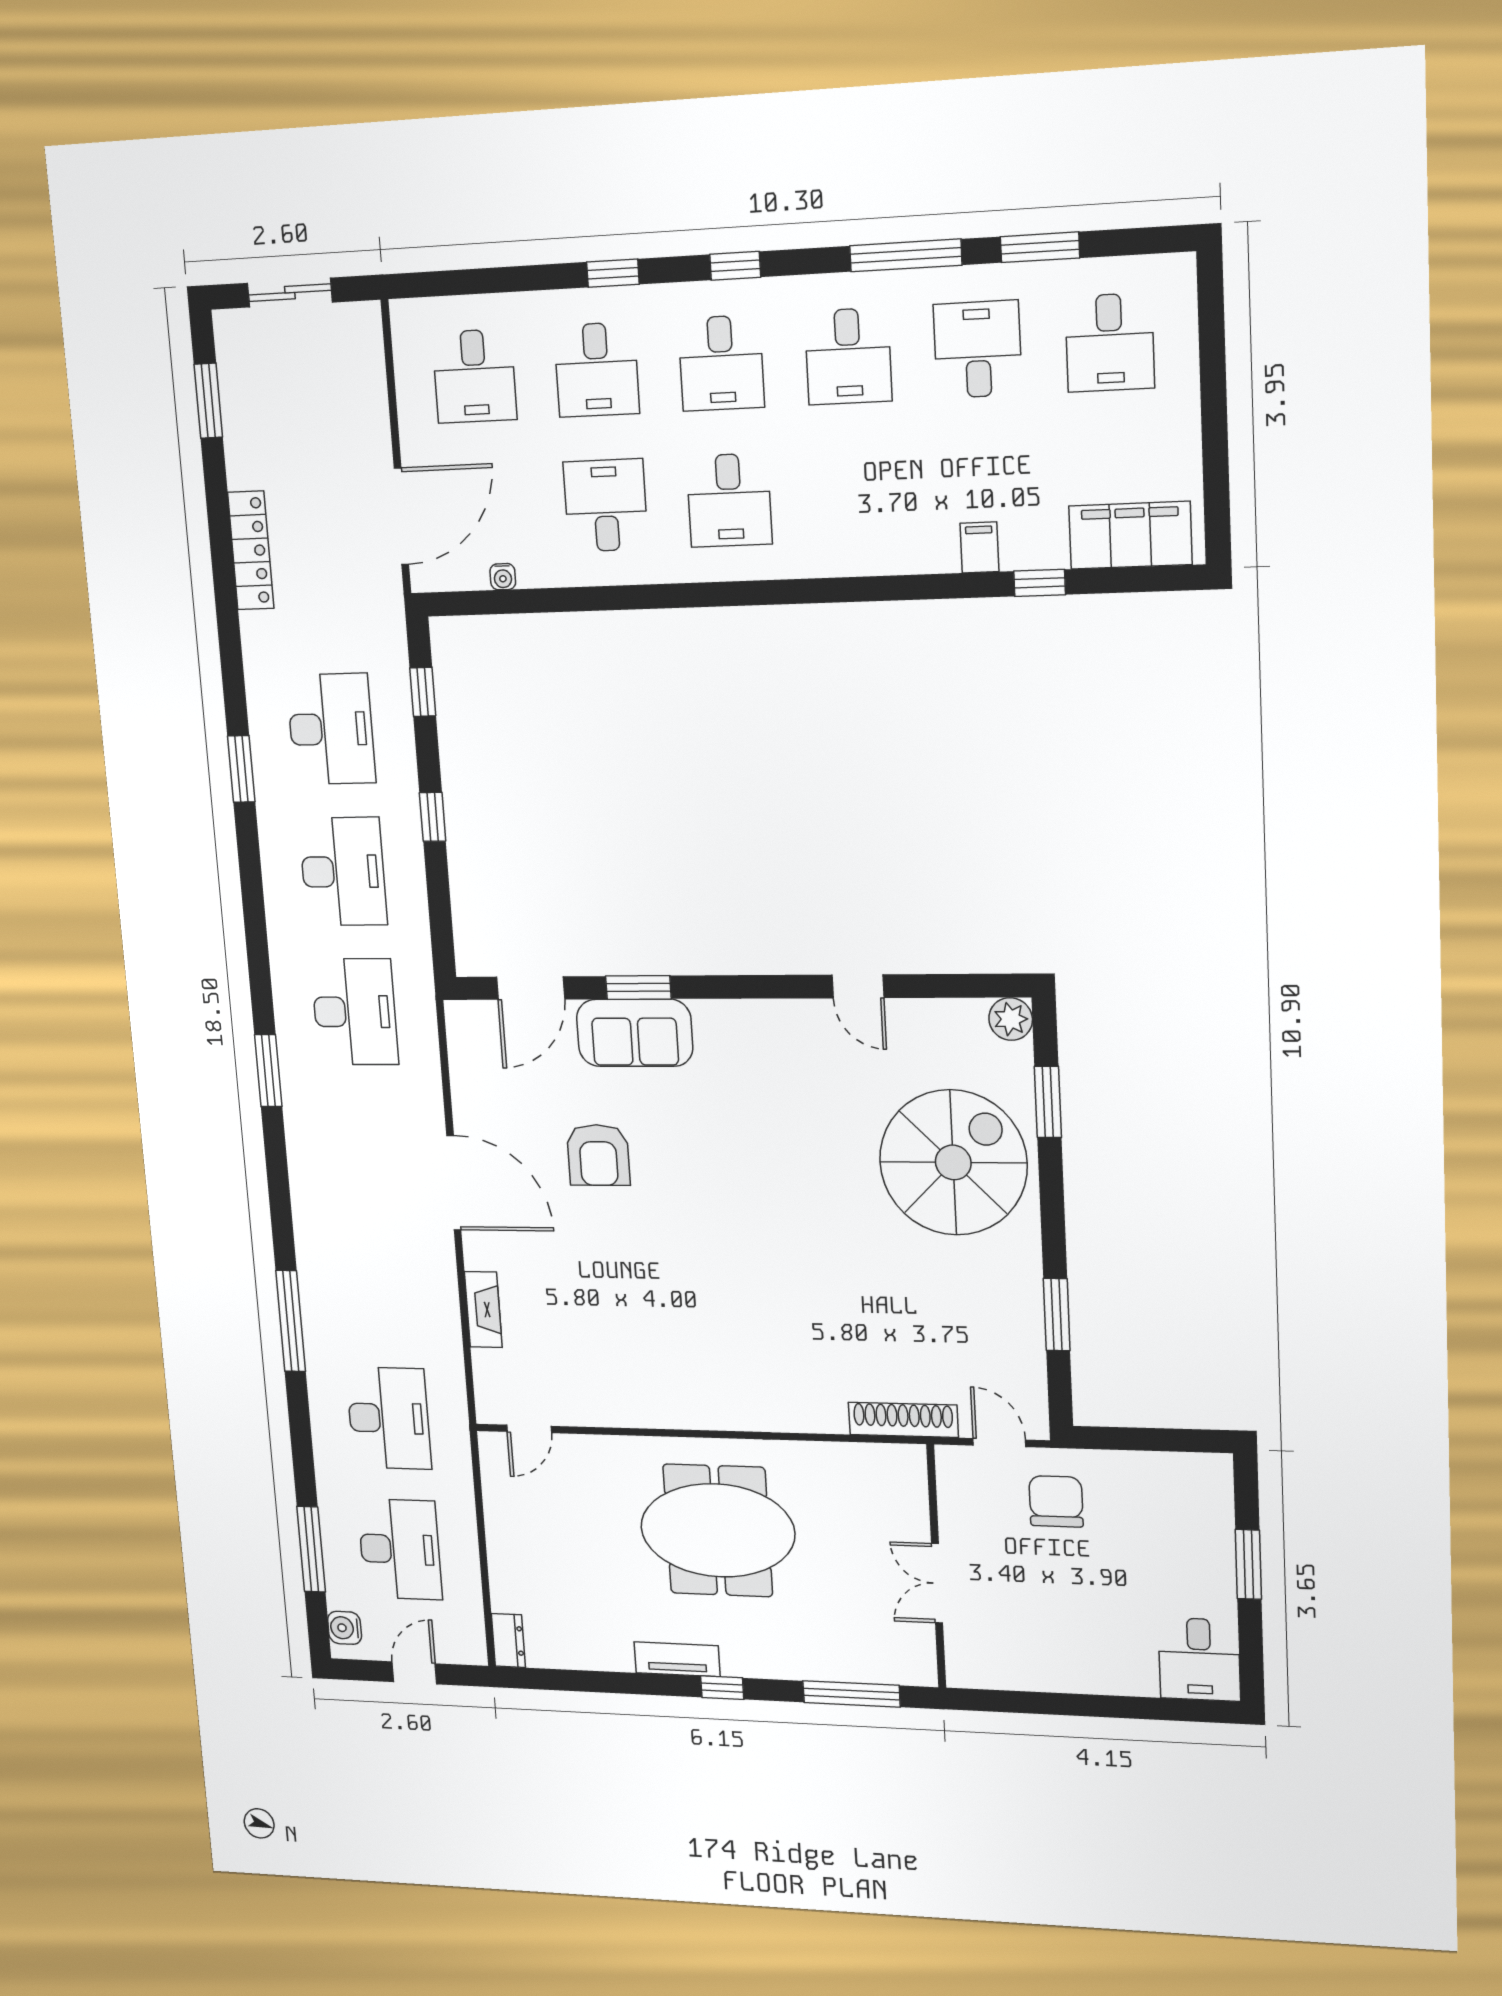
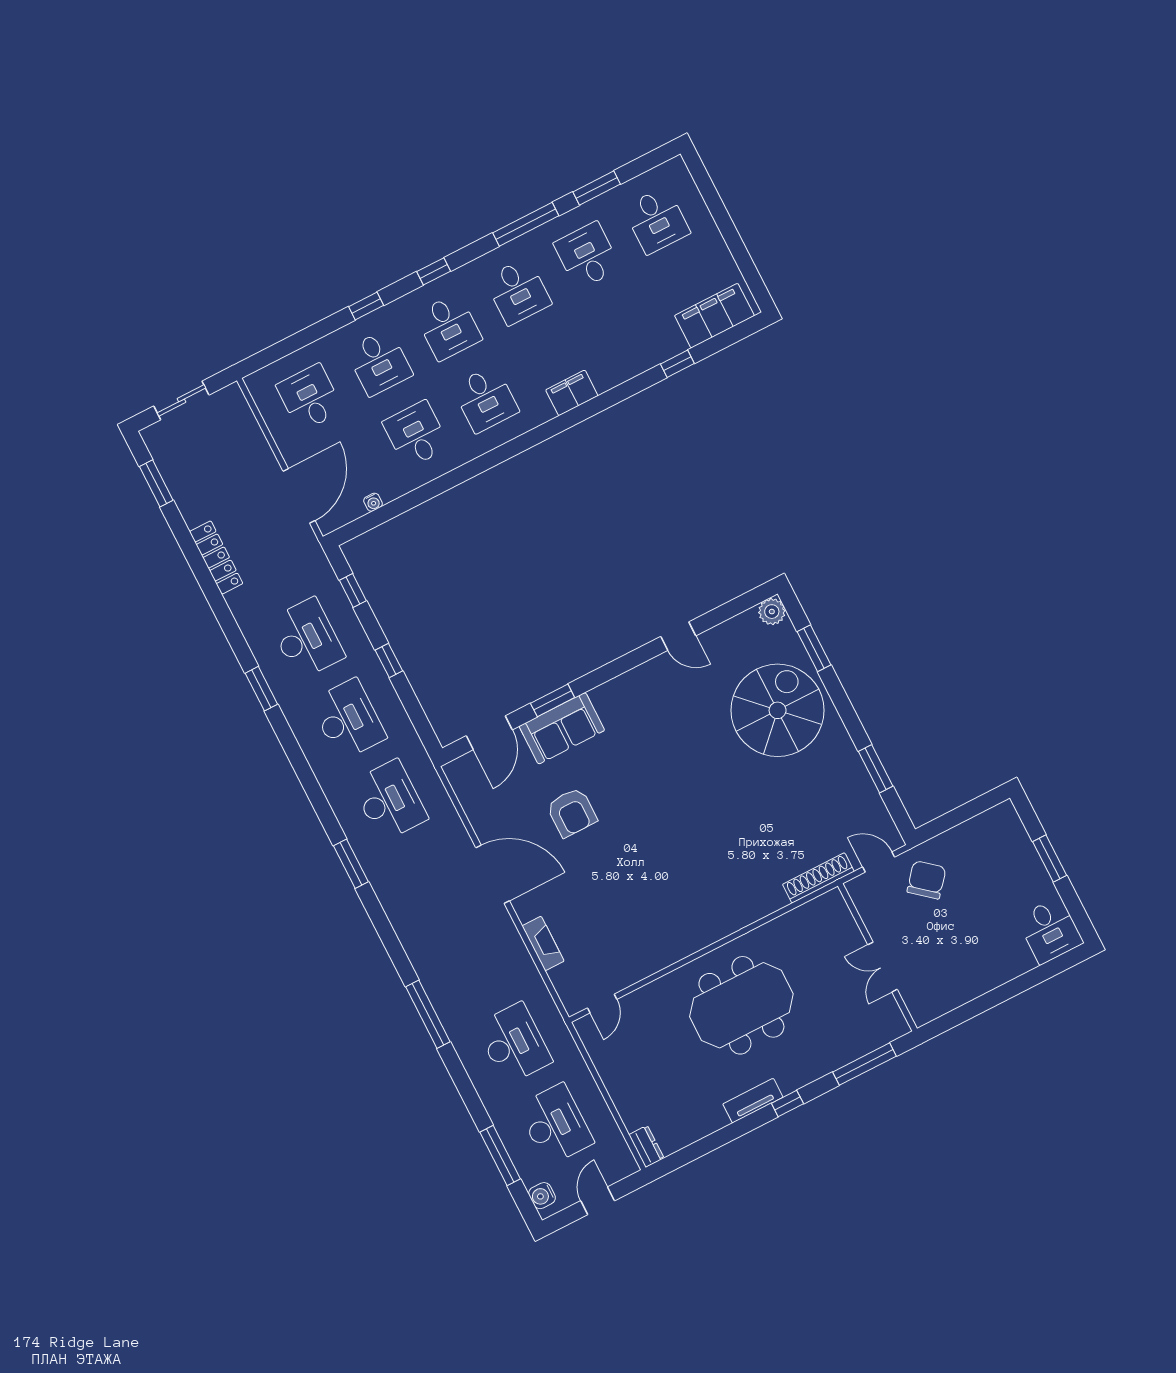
desk: (474, 376) -> (310, 398), turned 180
filing cabinet: (979, 547) -> (572, 393), moved, width x2.00
chair: (1056, 1501) -> (926, 880), turned 40

